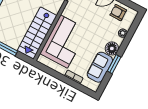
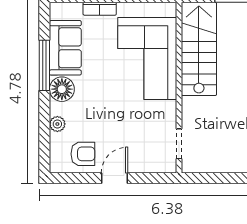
window: (114, 64) -> (44, 65), width x1.44

